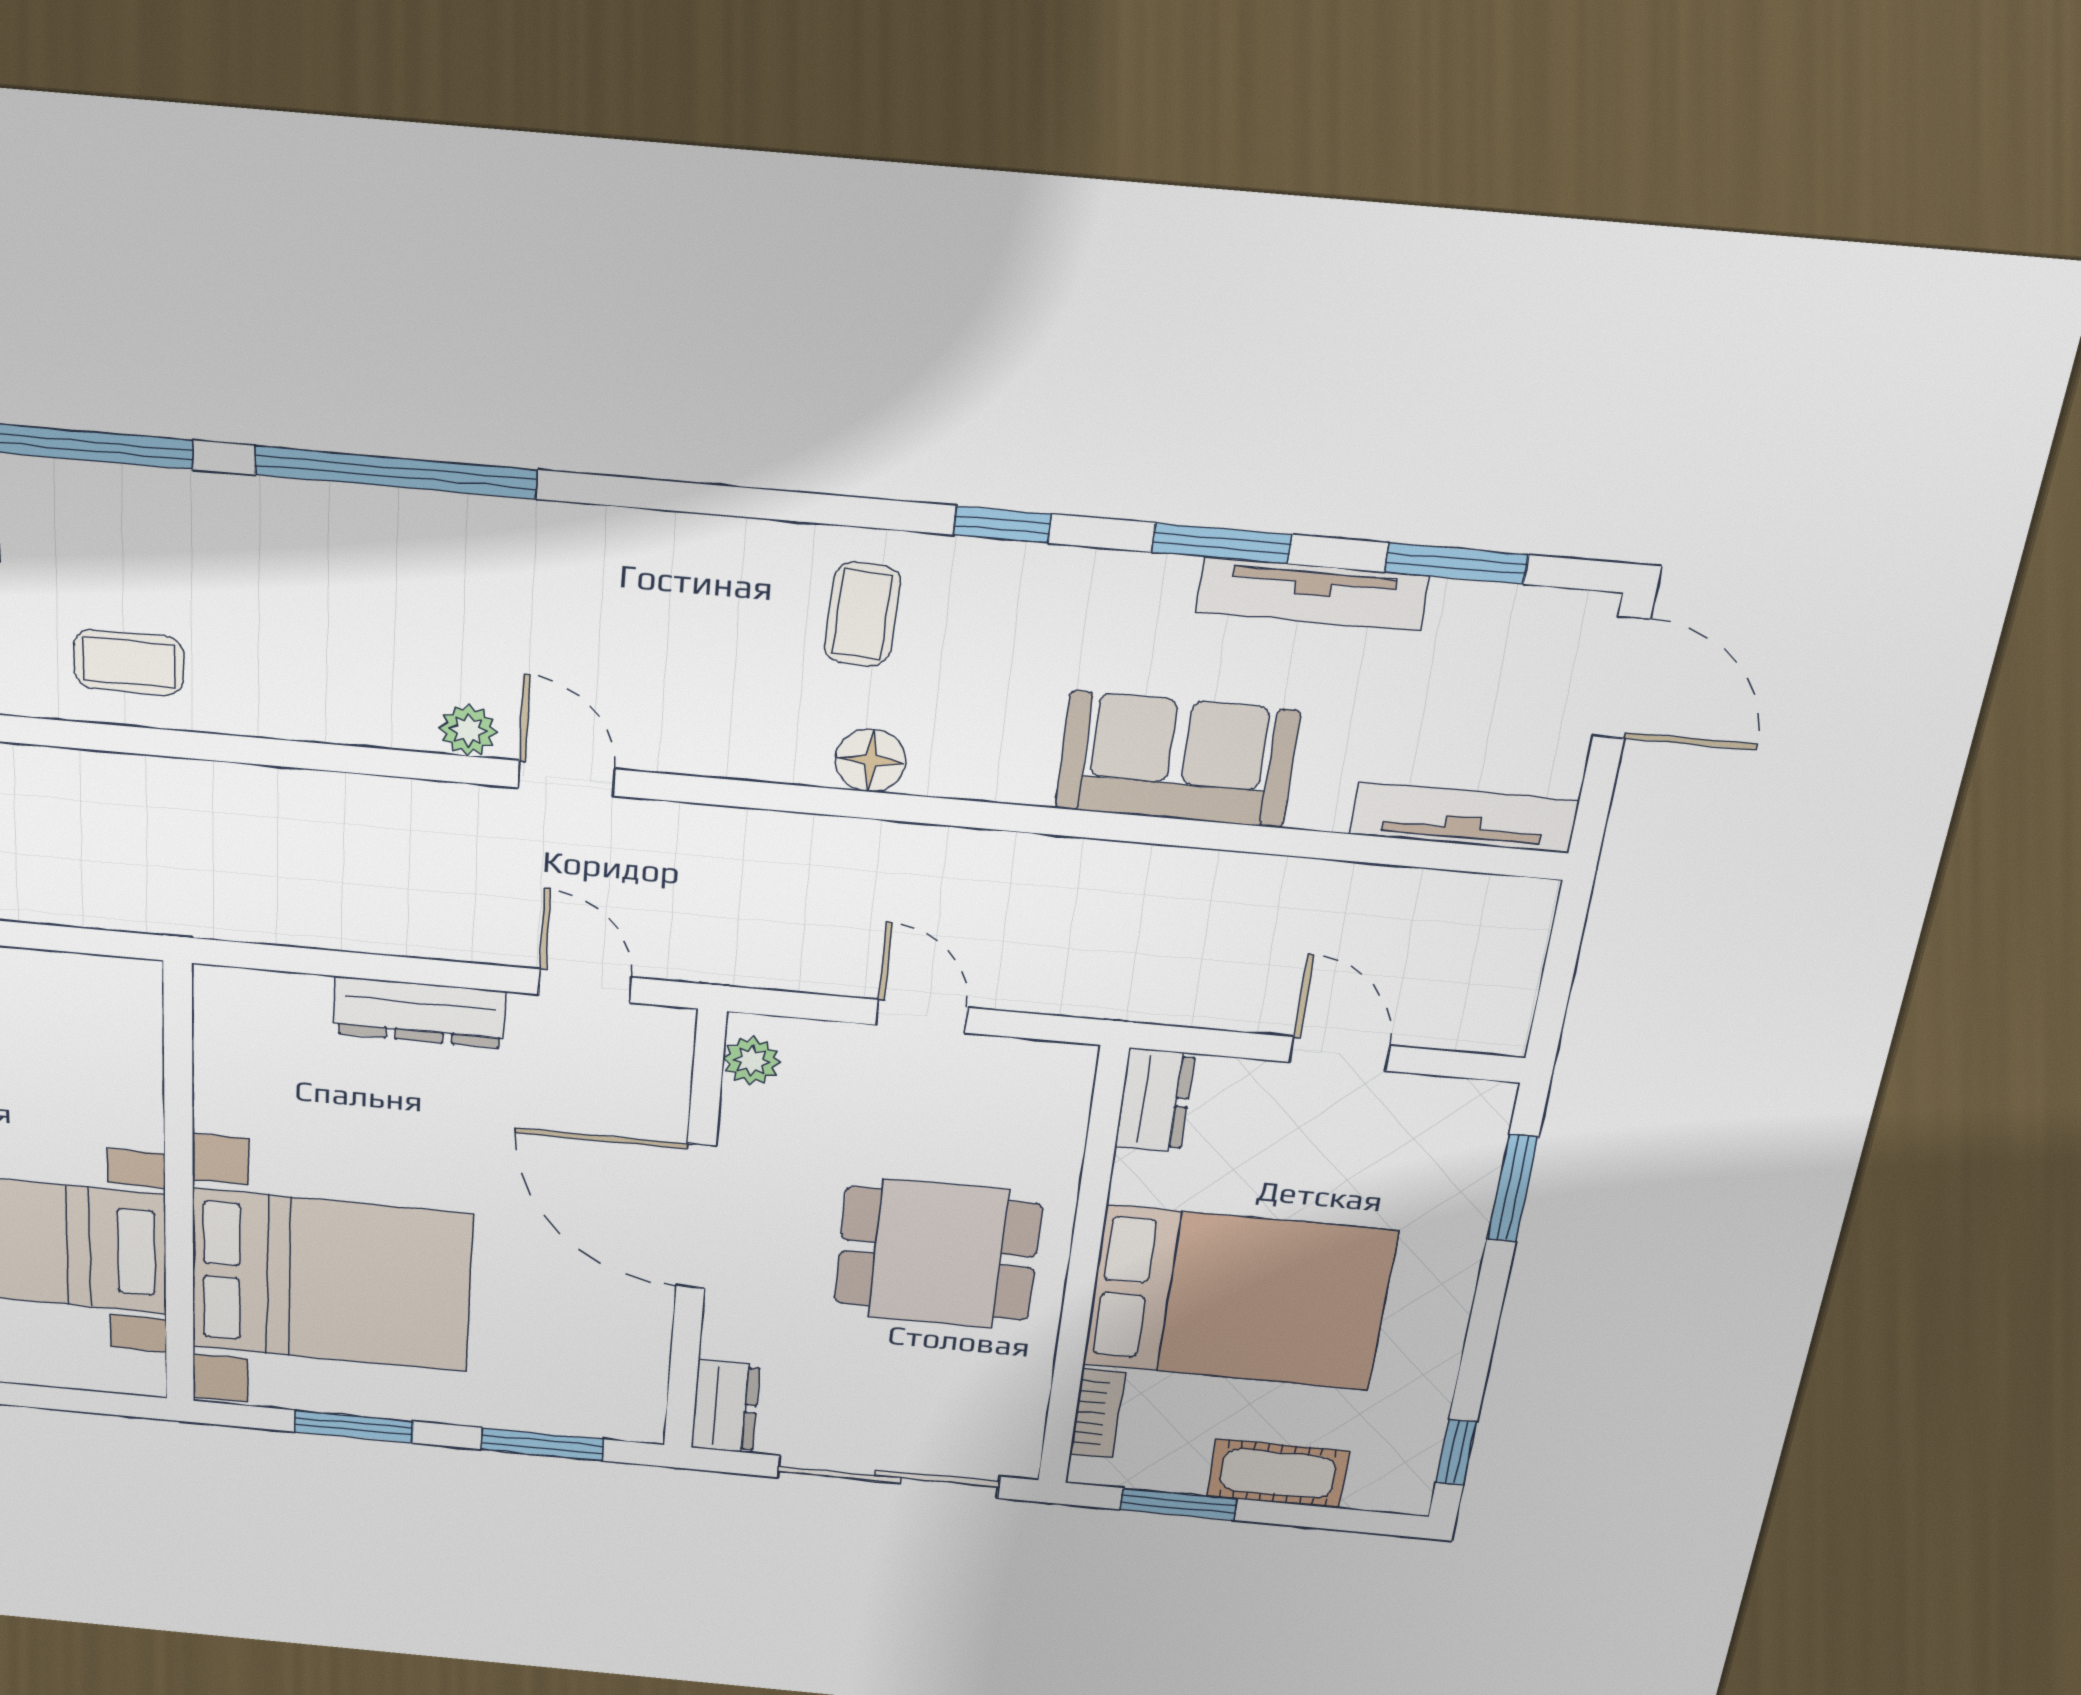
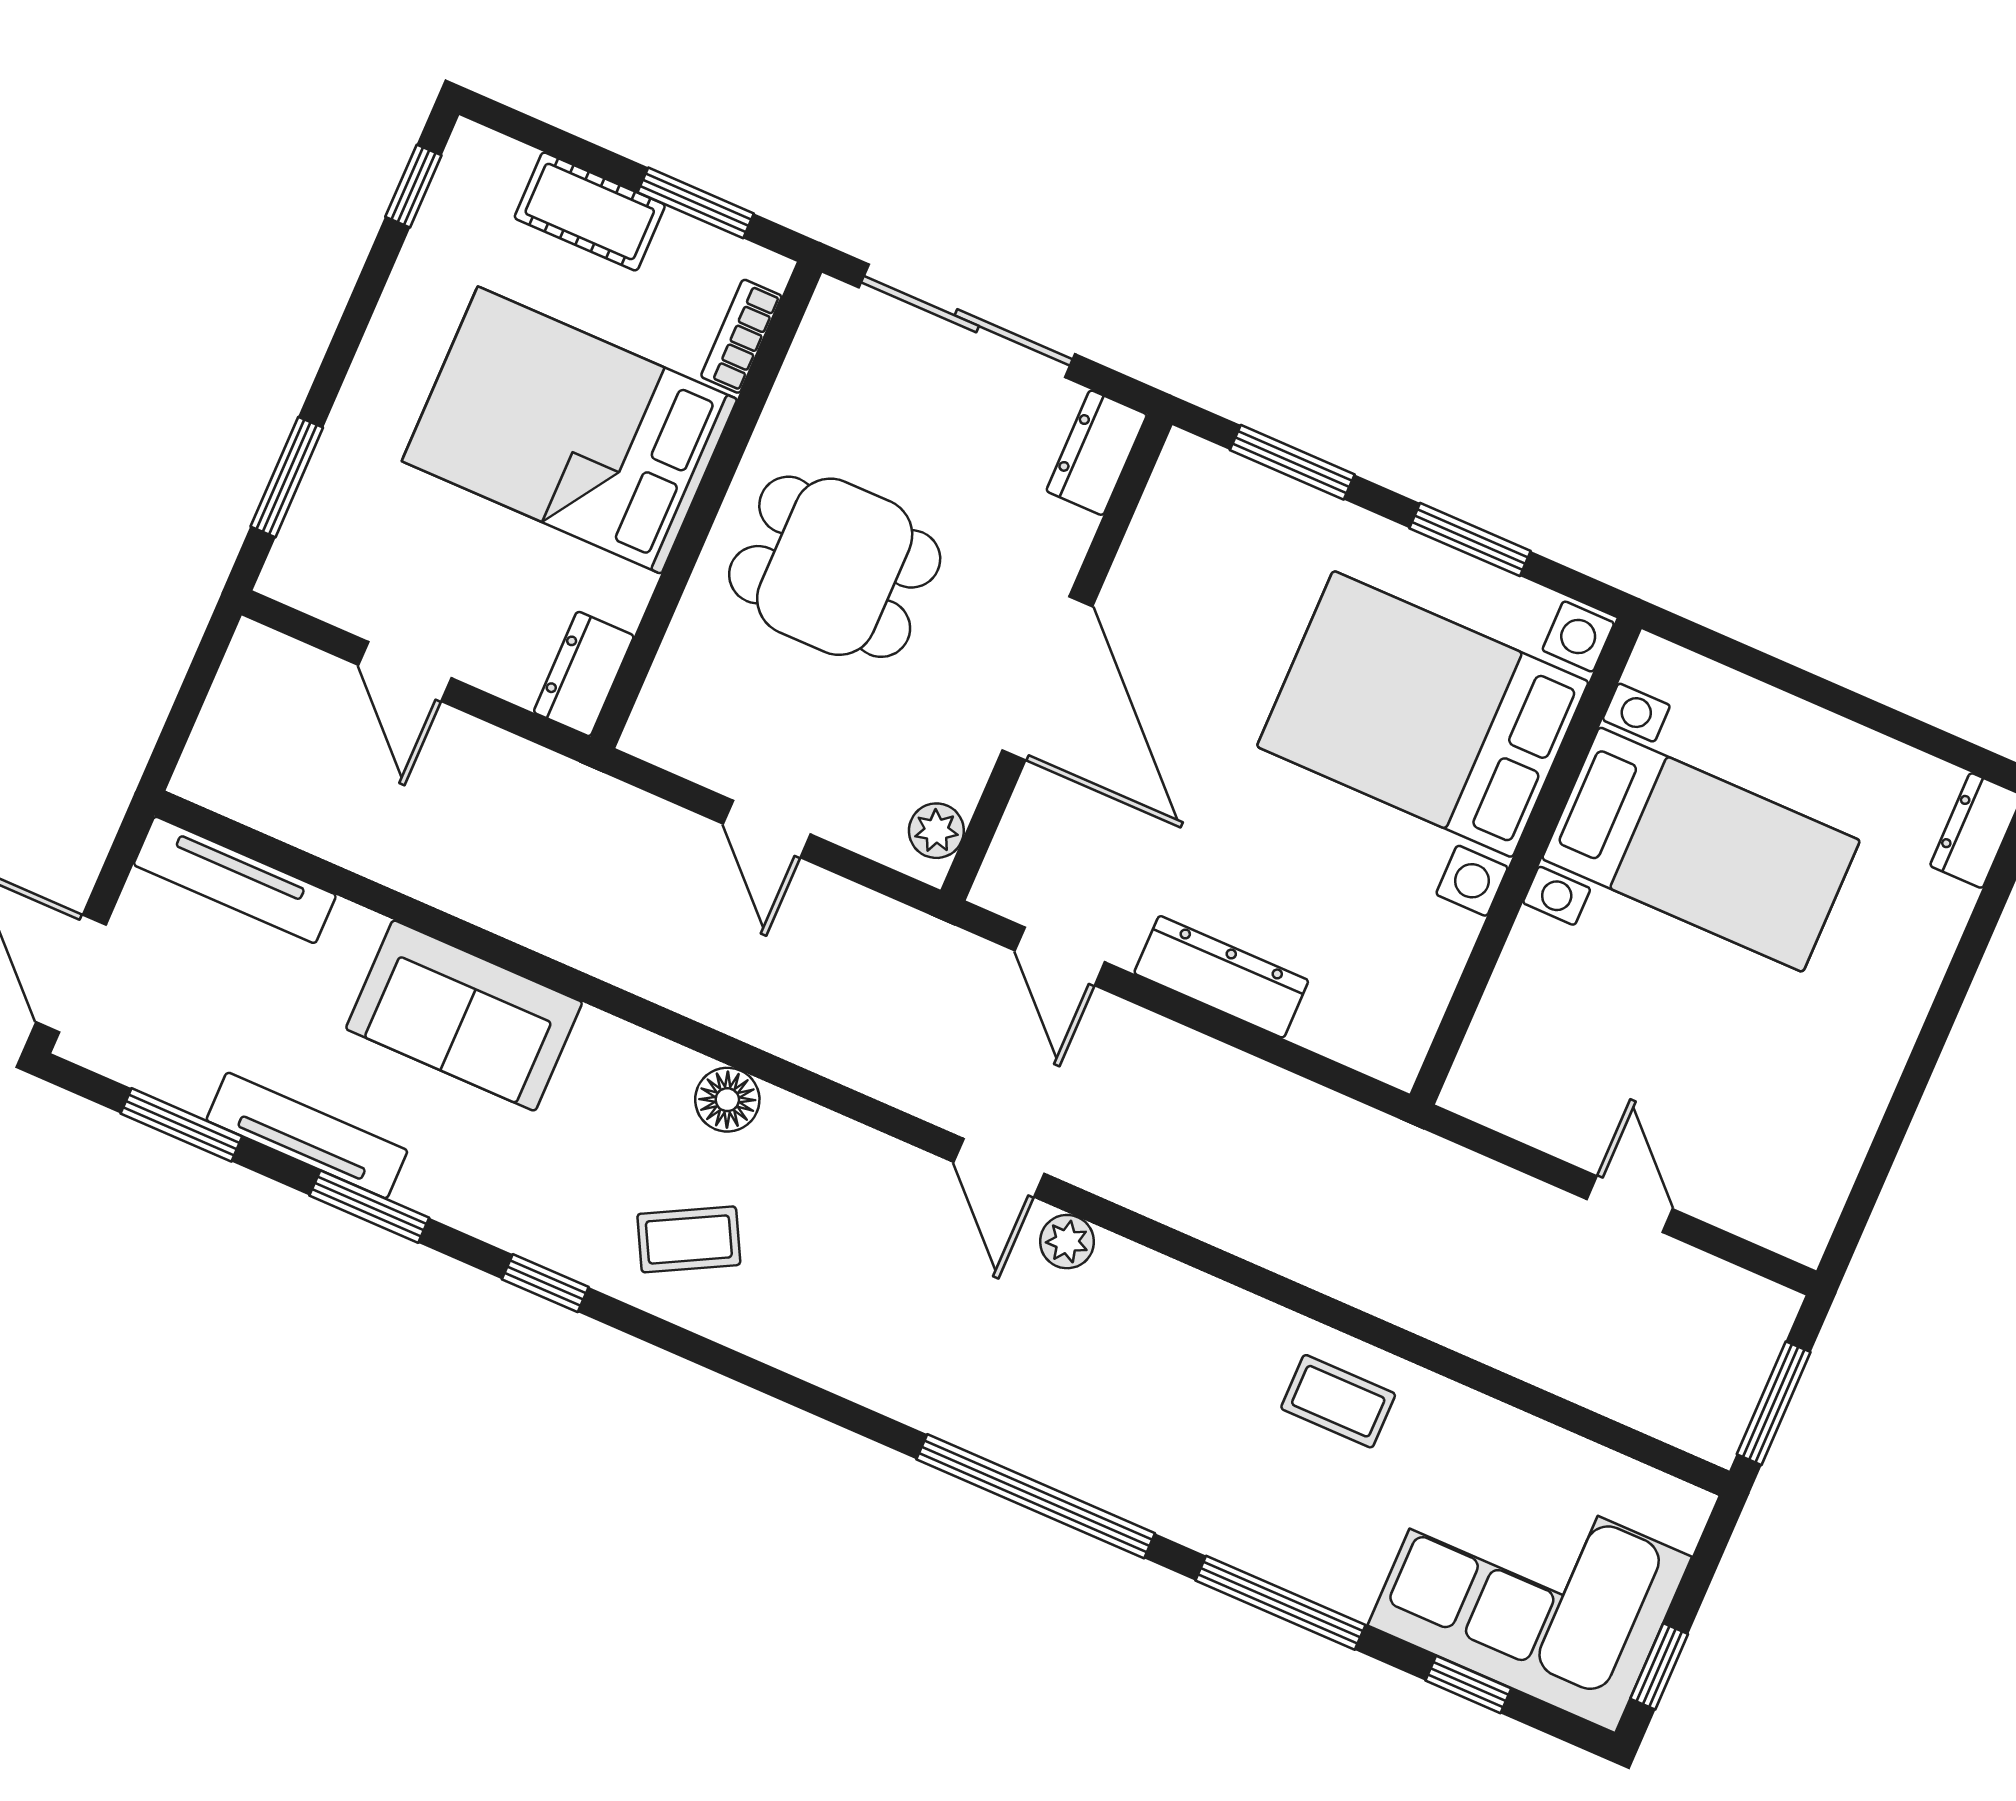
coffee table: (862, 614) -> (689, 1239), turned 59

